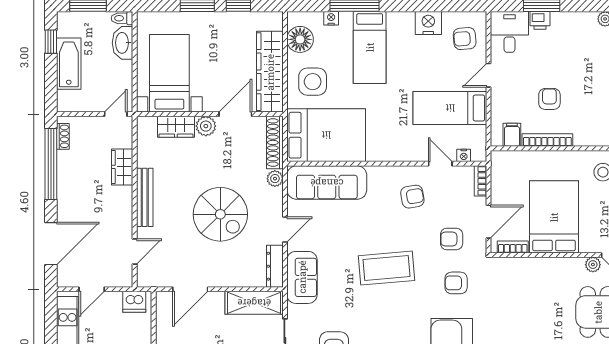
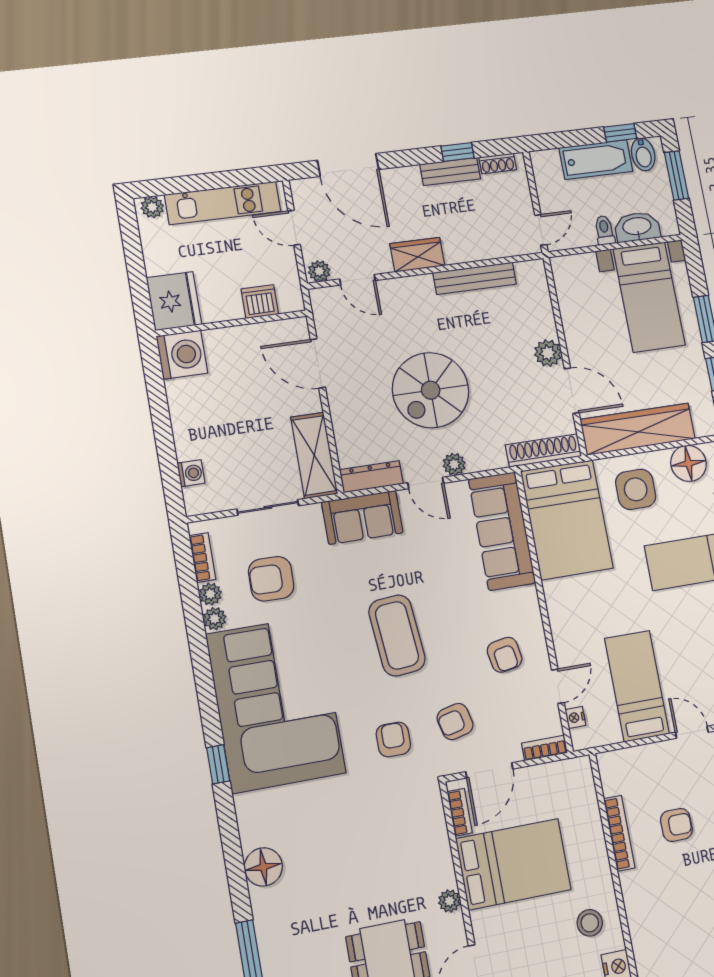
toilet: (122, 18) -> (604, 230), moved
bidet: (69, 28) -> (643, 154), added
bed with nightstands: (169, 73) -> (649, 297), moved, turned 90
door: (116, 114) -> (541, 230), hinge flipped
wardrobe: (176, 127) -> (539, 313), removed
filing cabinet: (512, 135) -> (617, 781), removed
window: (51, 164) -> (457, 152), width x0.32
wardrobe: (122, 167) -> (417, 255), moved
bench: (65, 172) -> (450, 172), added
plant: (275, 179) -> (454, 464), moved
bench: (145, 197) -> (475, 278), moved
door: (489, 222) -> (489, 770), hinge flipped
armchair: (452, 239) -> (455, 721), turned -103
plant: (593, 265) -> (449, 901), moved
plant: (125, 277) -> (319, 271), added
dishwasher: (134, 302) -> (260, 302), moved, turned 90

